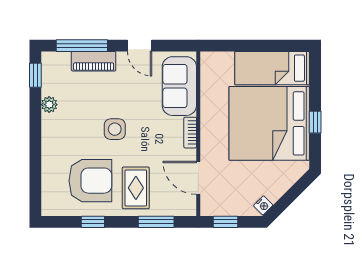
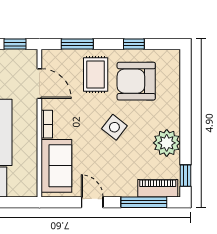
piano: (94, 61) -> (158, 188), moved
plant: (49, 105) -> (167, 143), width x1.88, depth x1.88
side table: (115, 129) -> (114, 127), turned 38

